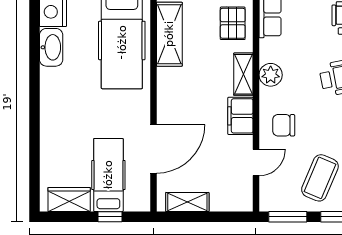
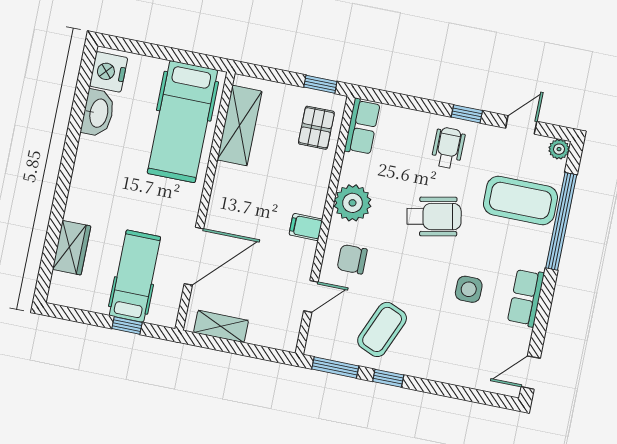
shelving: (243, 74) -> (317, 190), removed
plant: (271, 75) -> (353, 203), width x1.36, depth x1.36
filing cabinet: (240, 116) -> (306, 227), width x0.50
wardrobe: (69, 200) -> (72, 248), moved, turned 90

